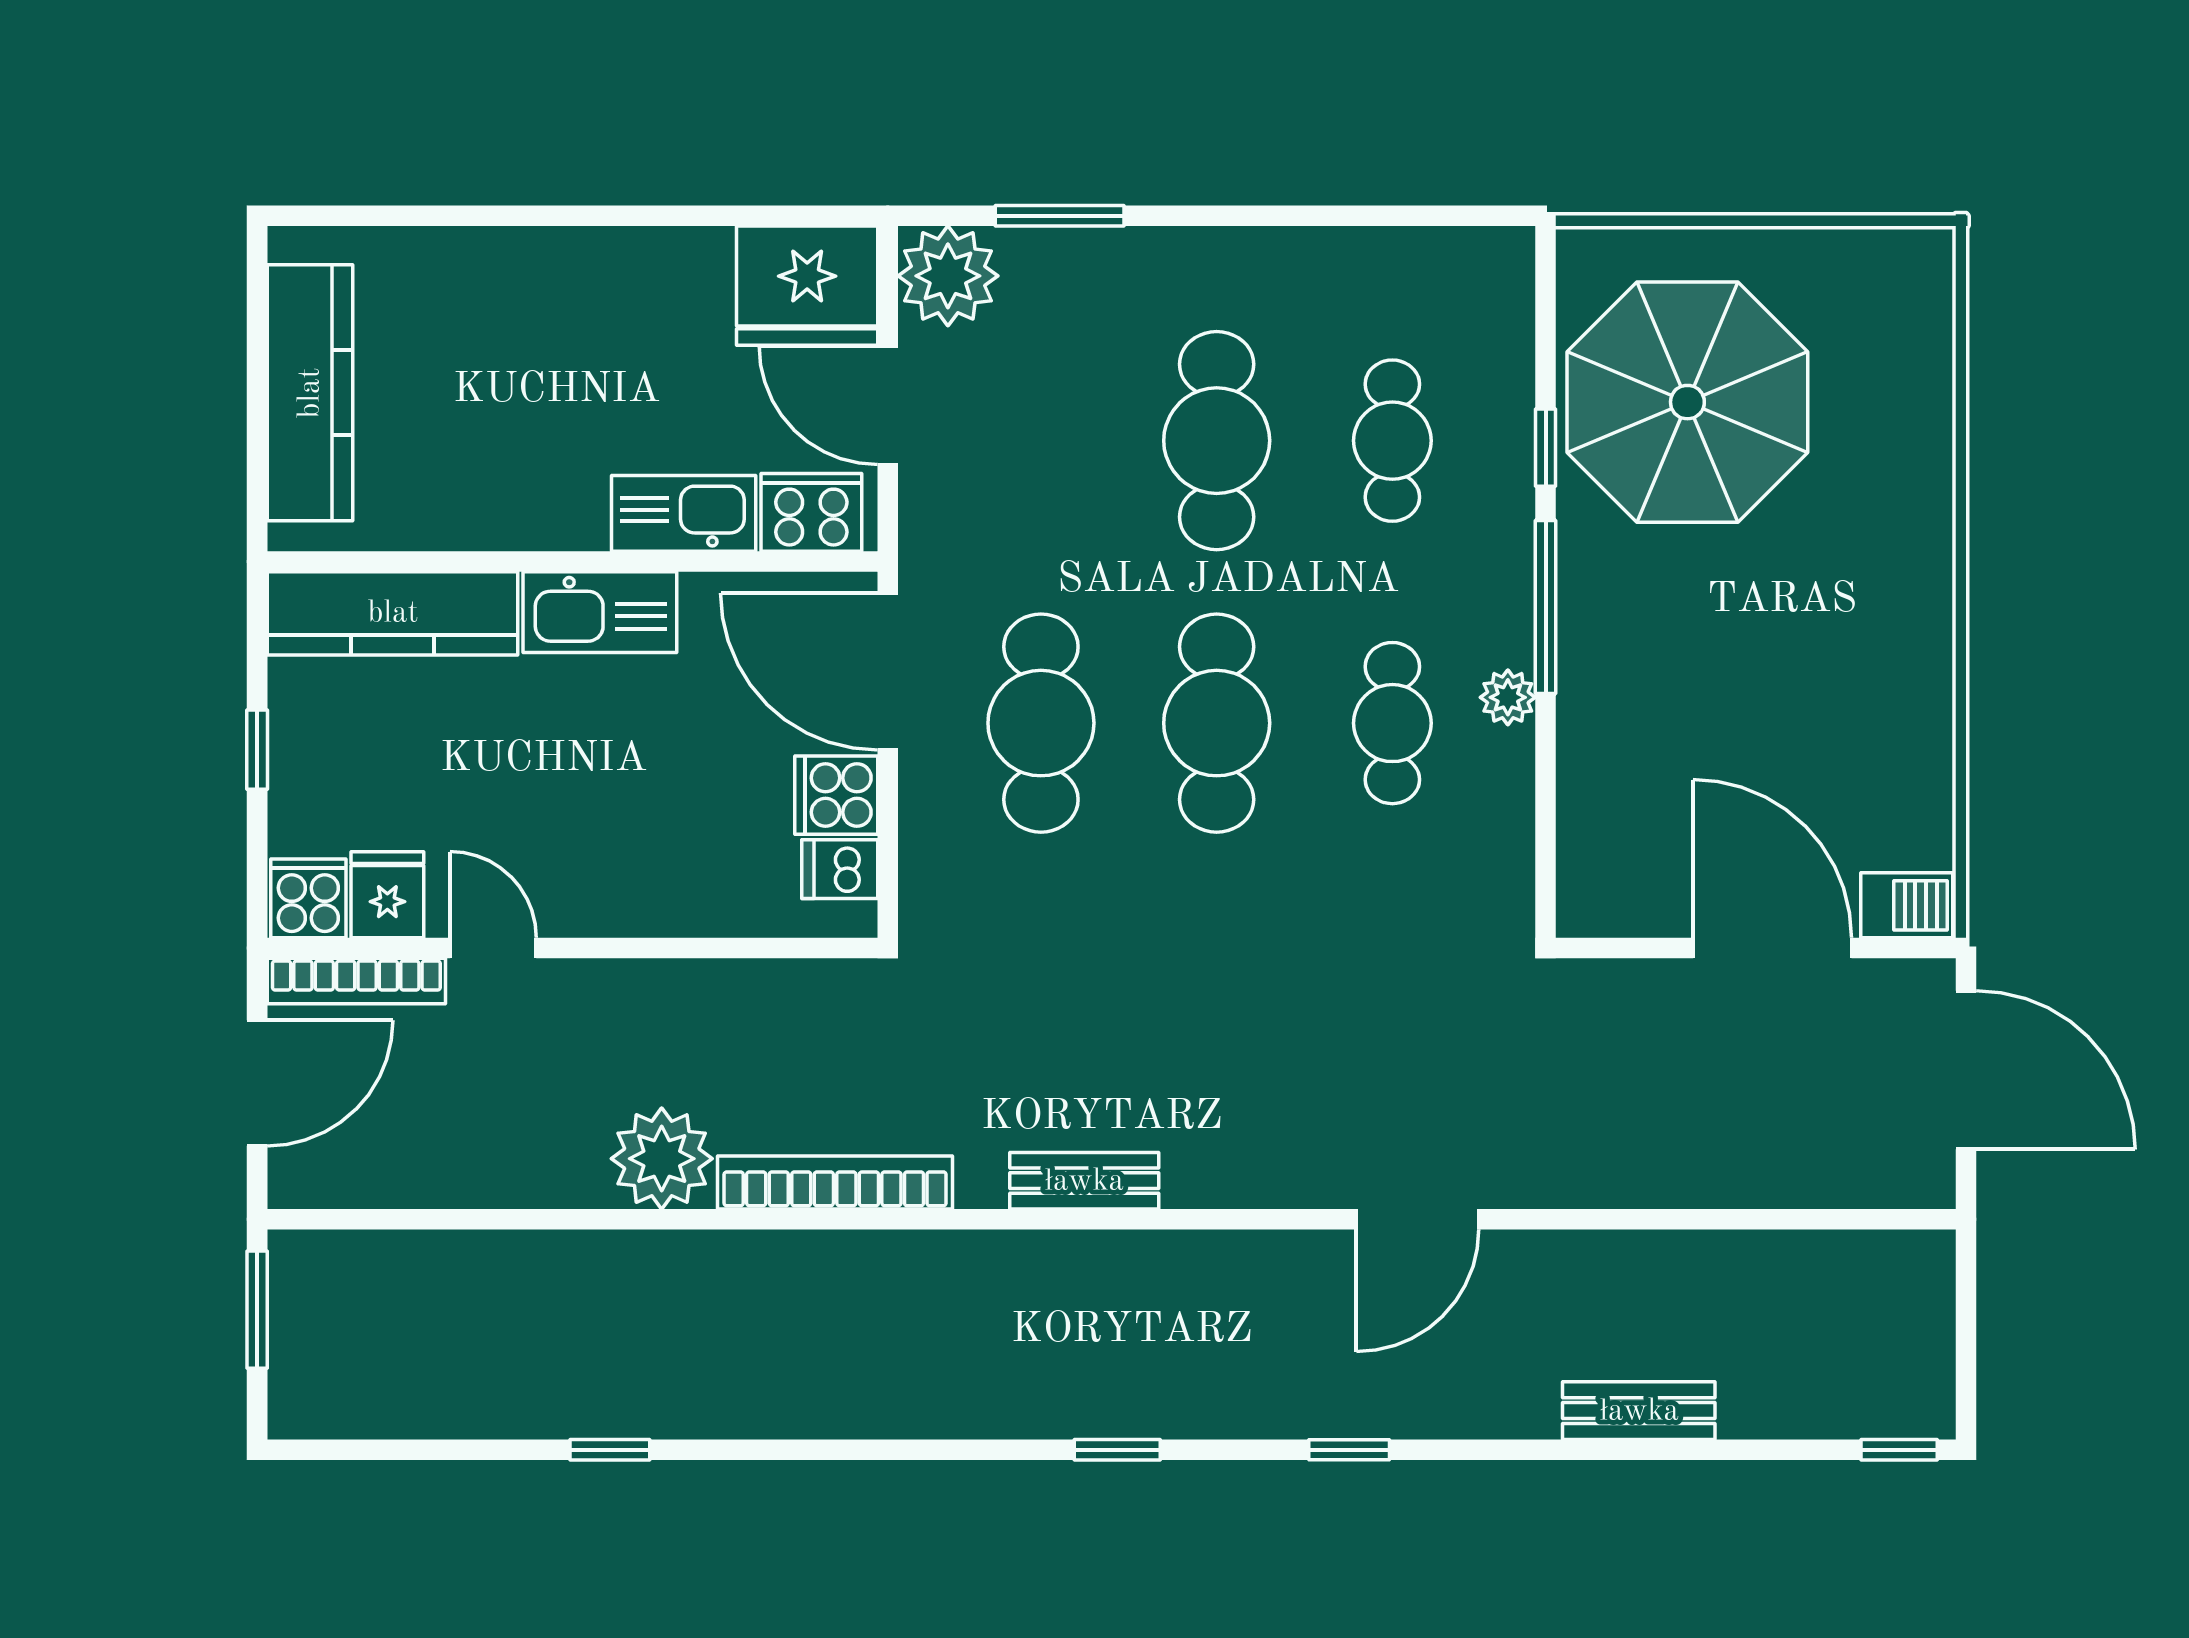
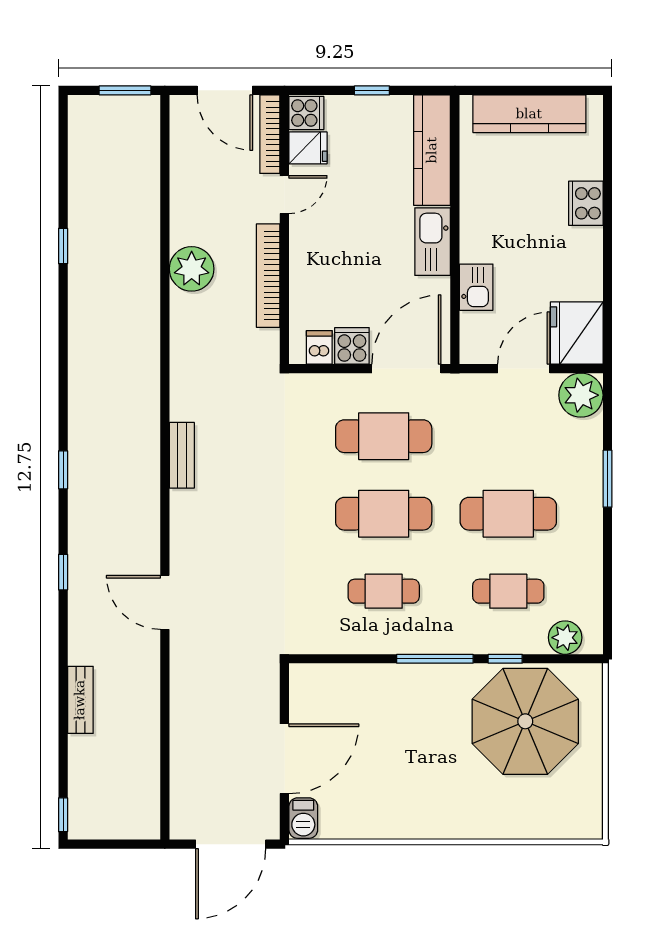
window: (1060, 216) -> (608, 479), moved
cooker: (811, 512) -> (586, 203), moved, turned 180
kitchen sink: (684, 513) -> (476, 287), width x0.73
plant: (1508, 697) -> (565, 638), moved, width x1.38, depth x1.38
bookcase: (835, 1182) -> (268, 276), moved, turned 180

